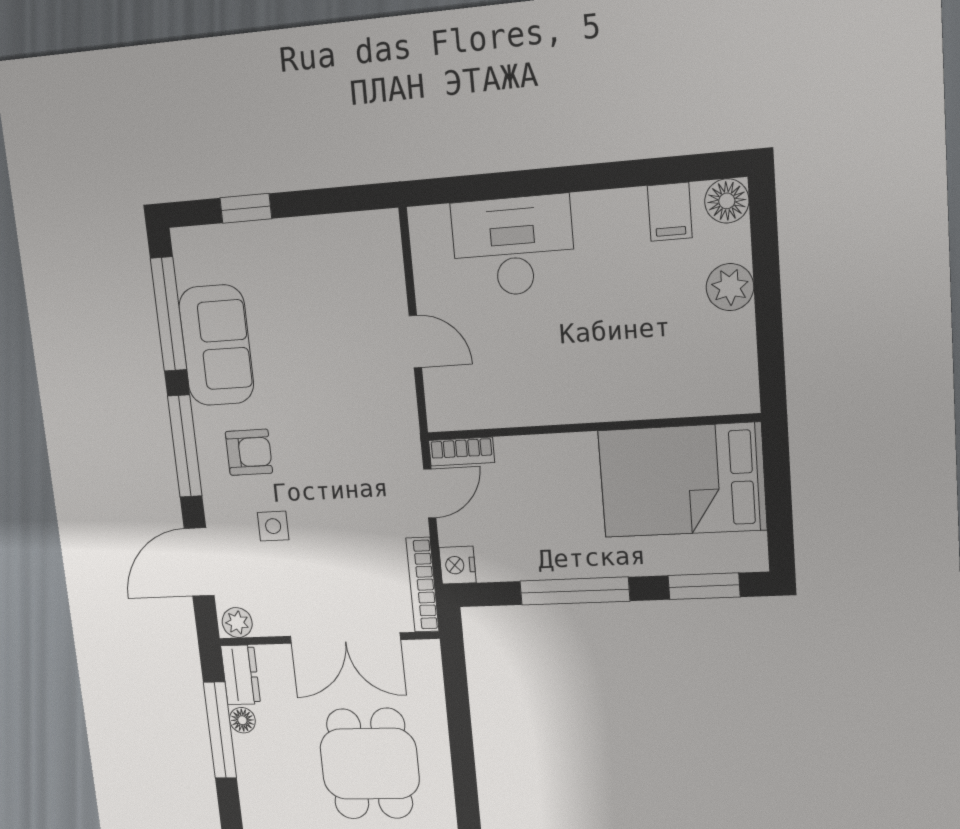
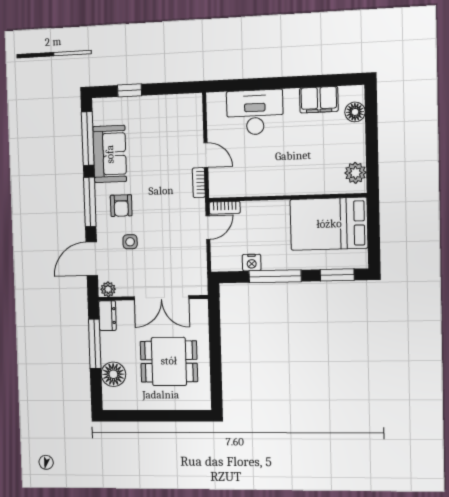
floor lamp: (727, 201) -> (355, 112), moved
filing cabinet: (670, 212) -> (319, 100), width x2.00
plant: (730, 287) -> (355, 173), moved
armchair: (249, 452) -> (121, 206), turned 90
nightstand: (457, 565) -> (252, 263), moved, turned -90
bookcase: (422, 585) -> (199, 183), moved, width x0.64
floor lamp: (242, 720) -> (113, 374), moved, width x1.89, depth x1.89
dining table: (370, 764) -> (169, 361), turned 90

